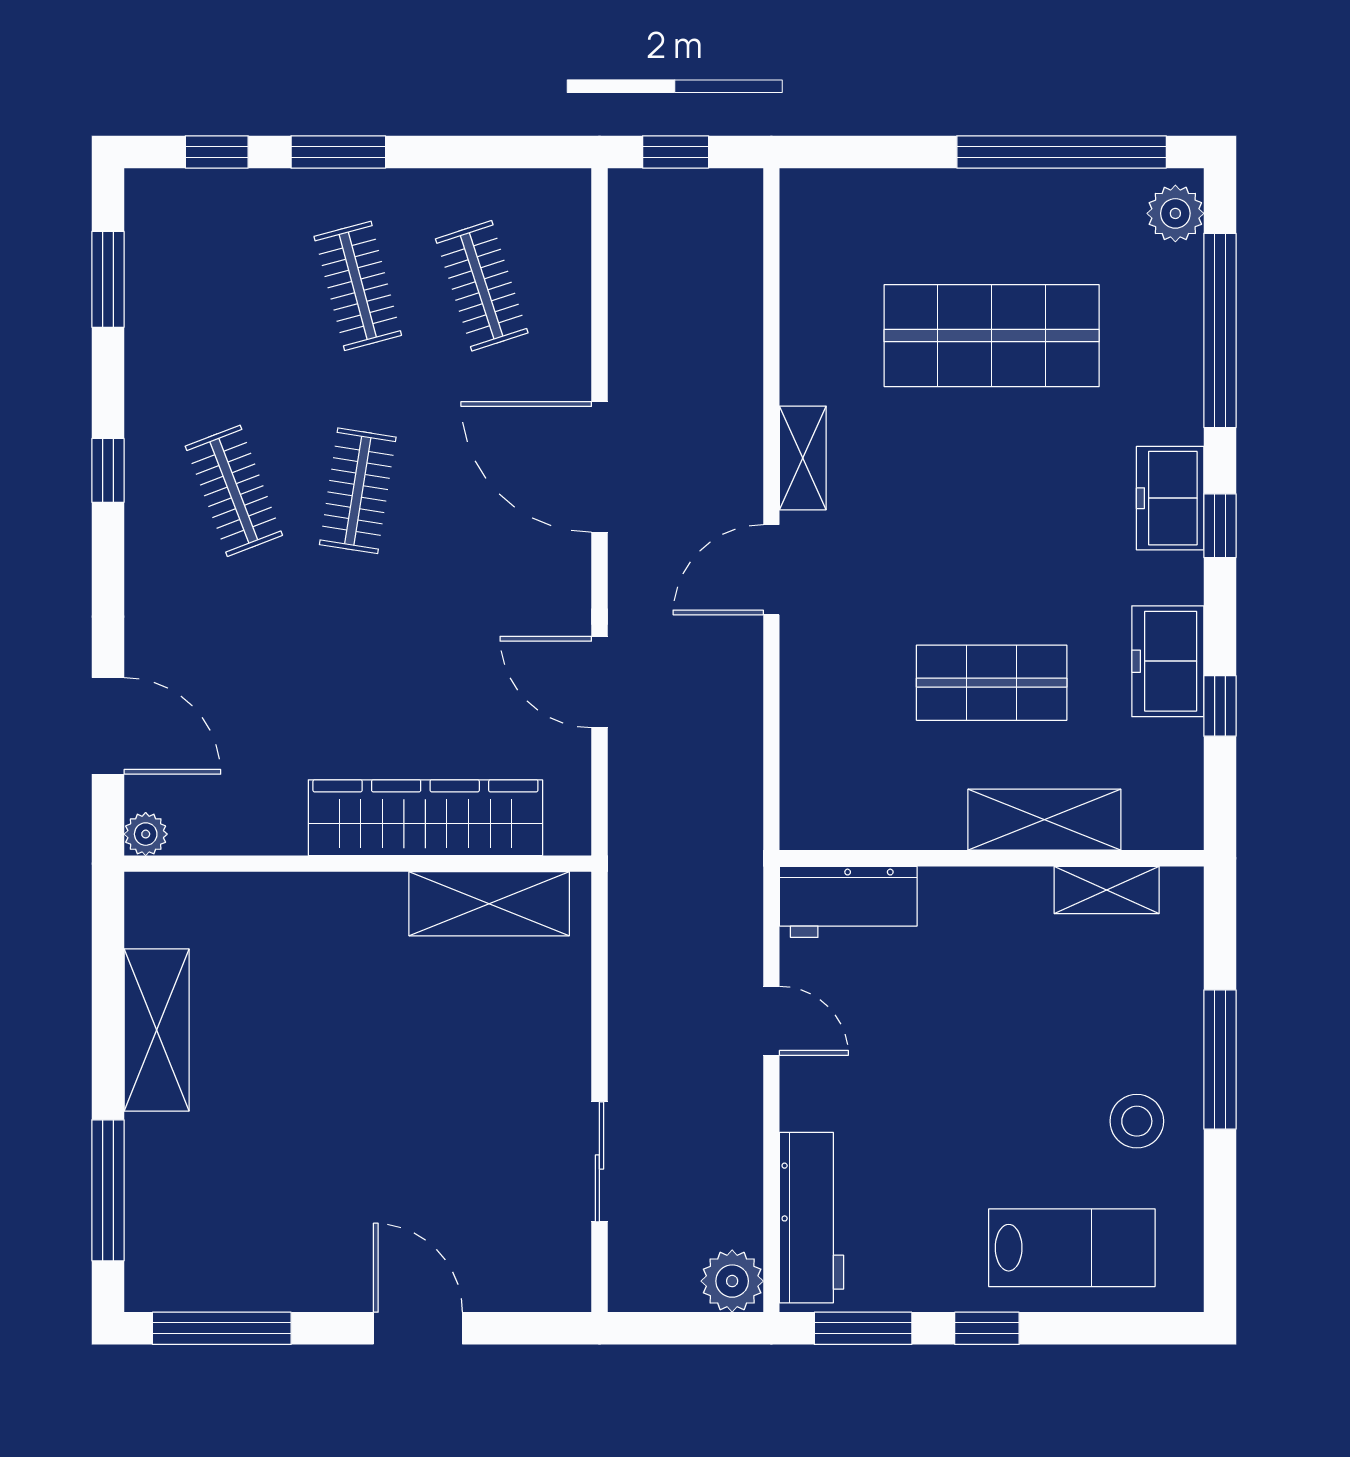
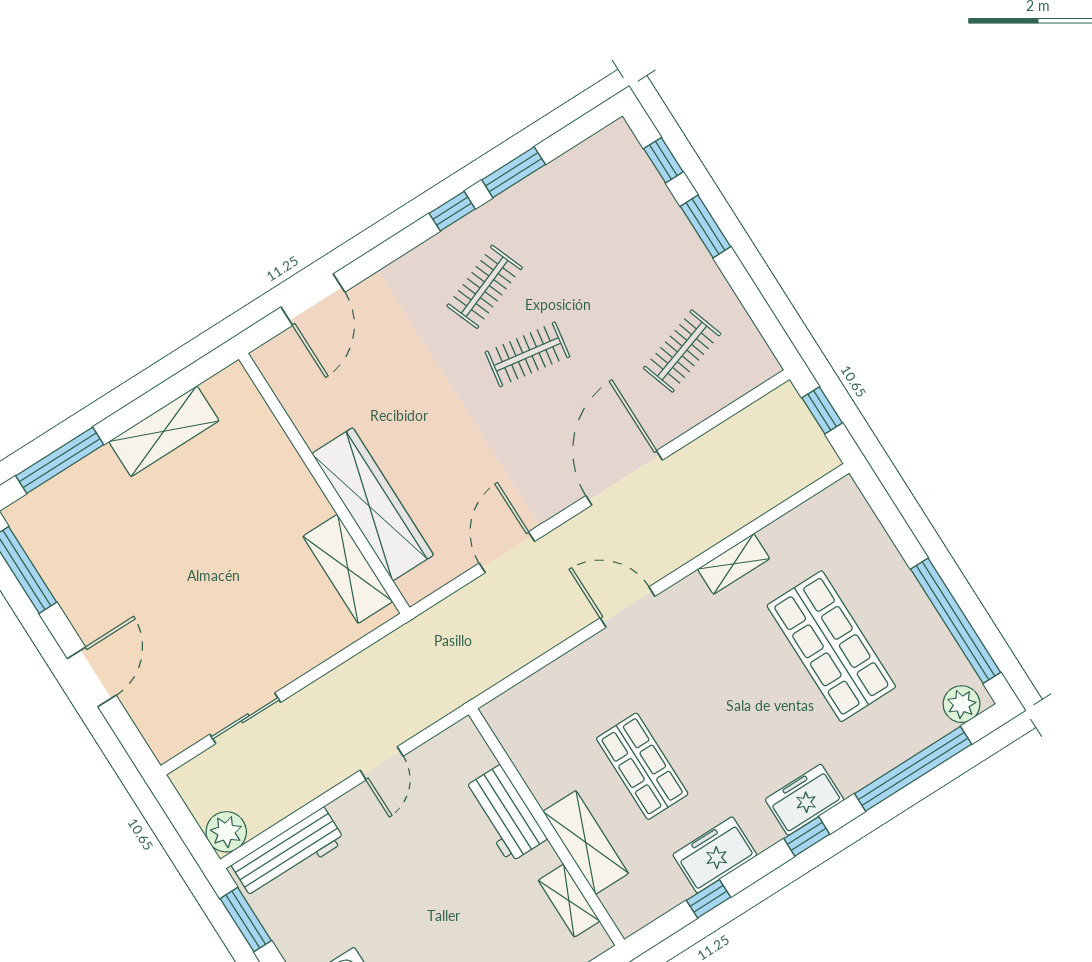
window: (108, 279) -> (514, 172), moved
clothes rail: (358, 286) -> (639, 283), removed
shelving: (803, 458) -> (734, 564), moved
plant: (146, 834) -> (267, 357), removed
workbench: (848, 902) -> (505, 814), moved

